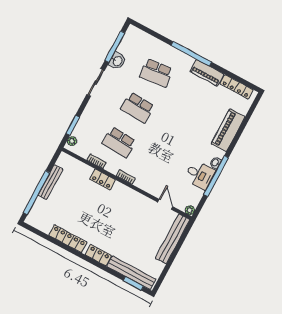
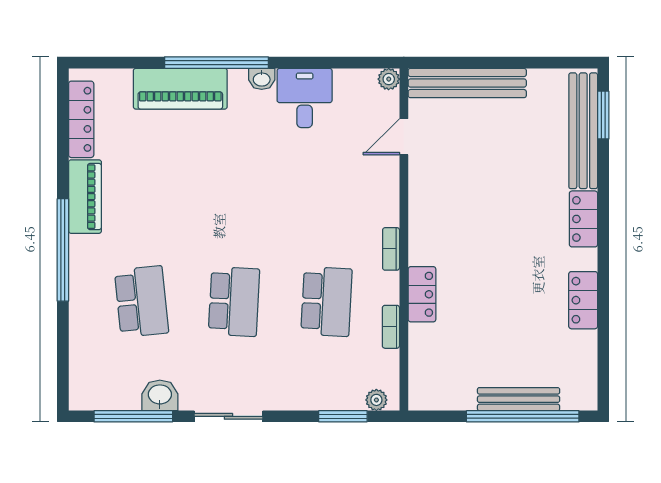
window: (216, 176) -> (217, 63), moved
bench: (51, 182) -> (519, 399), moved
locker: (68, 239) -> (583, 300), width x0.66

